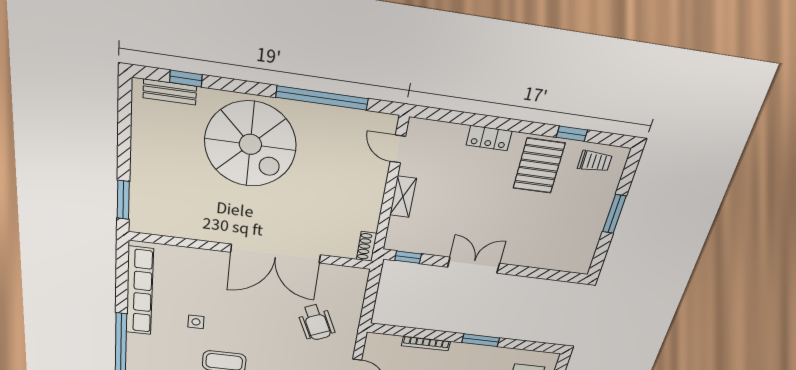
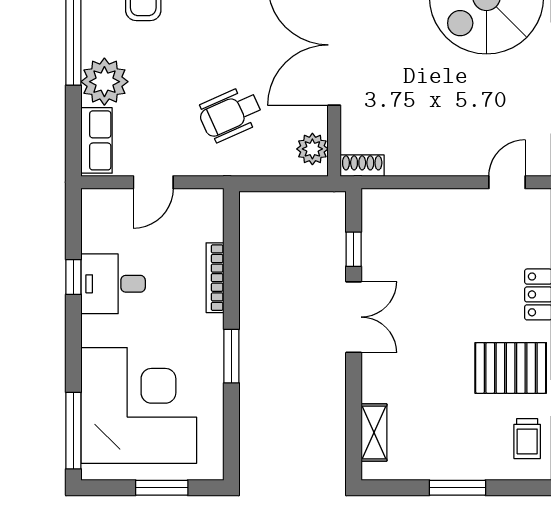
shelving: (403, 197) -> (374, 433), moved, turned 90
window: (408, 257) -> (354, 249), moved
plant: (349, 276) -> (312, 149), added

